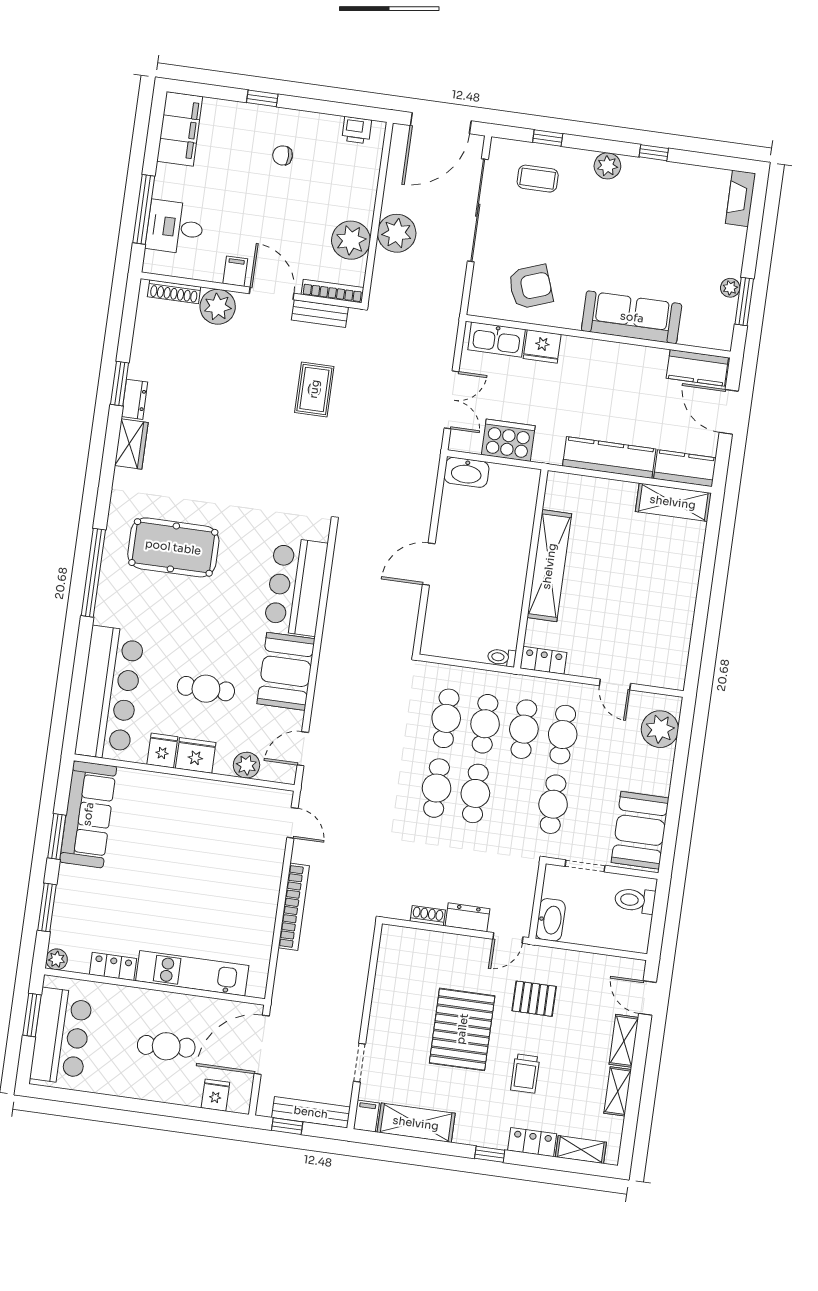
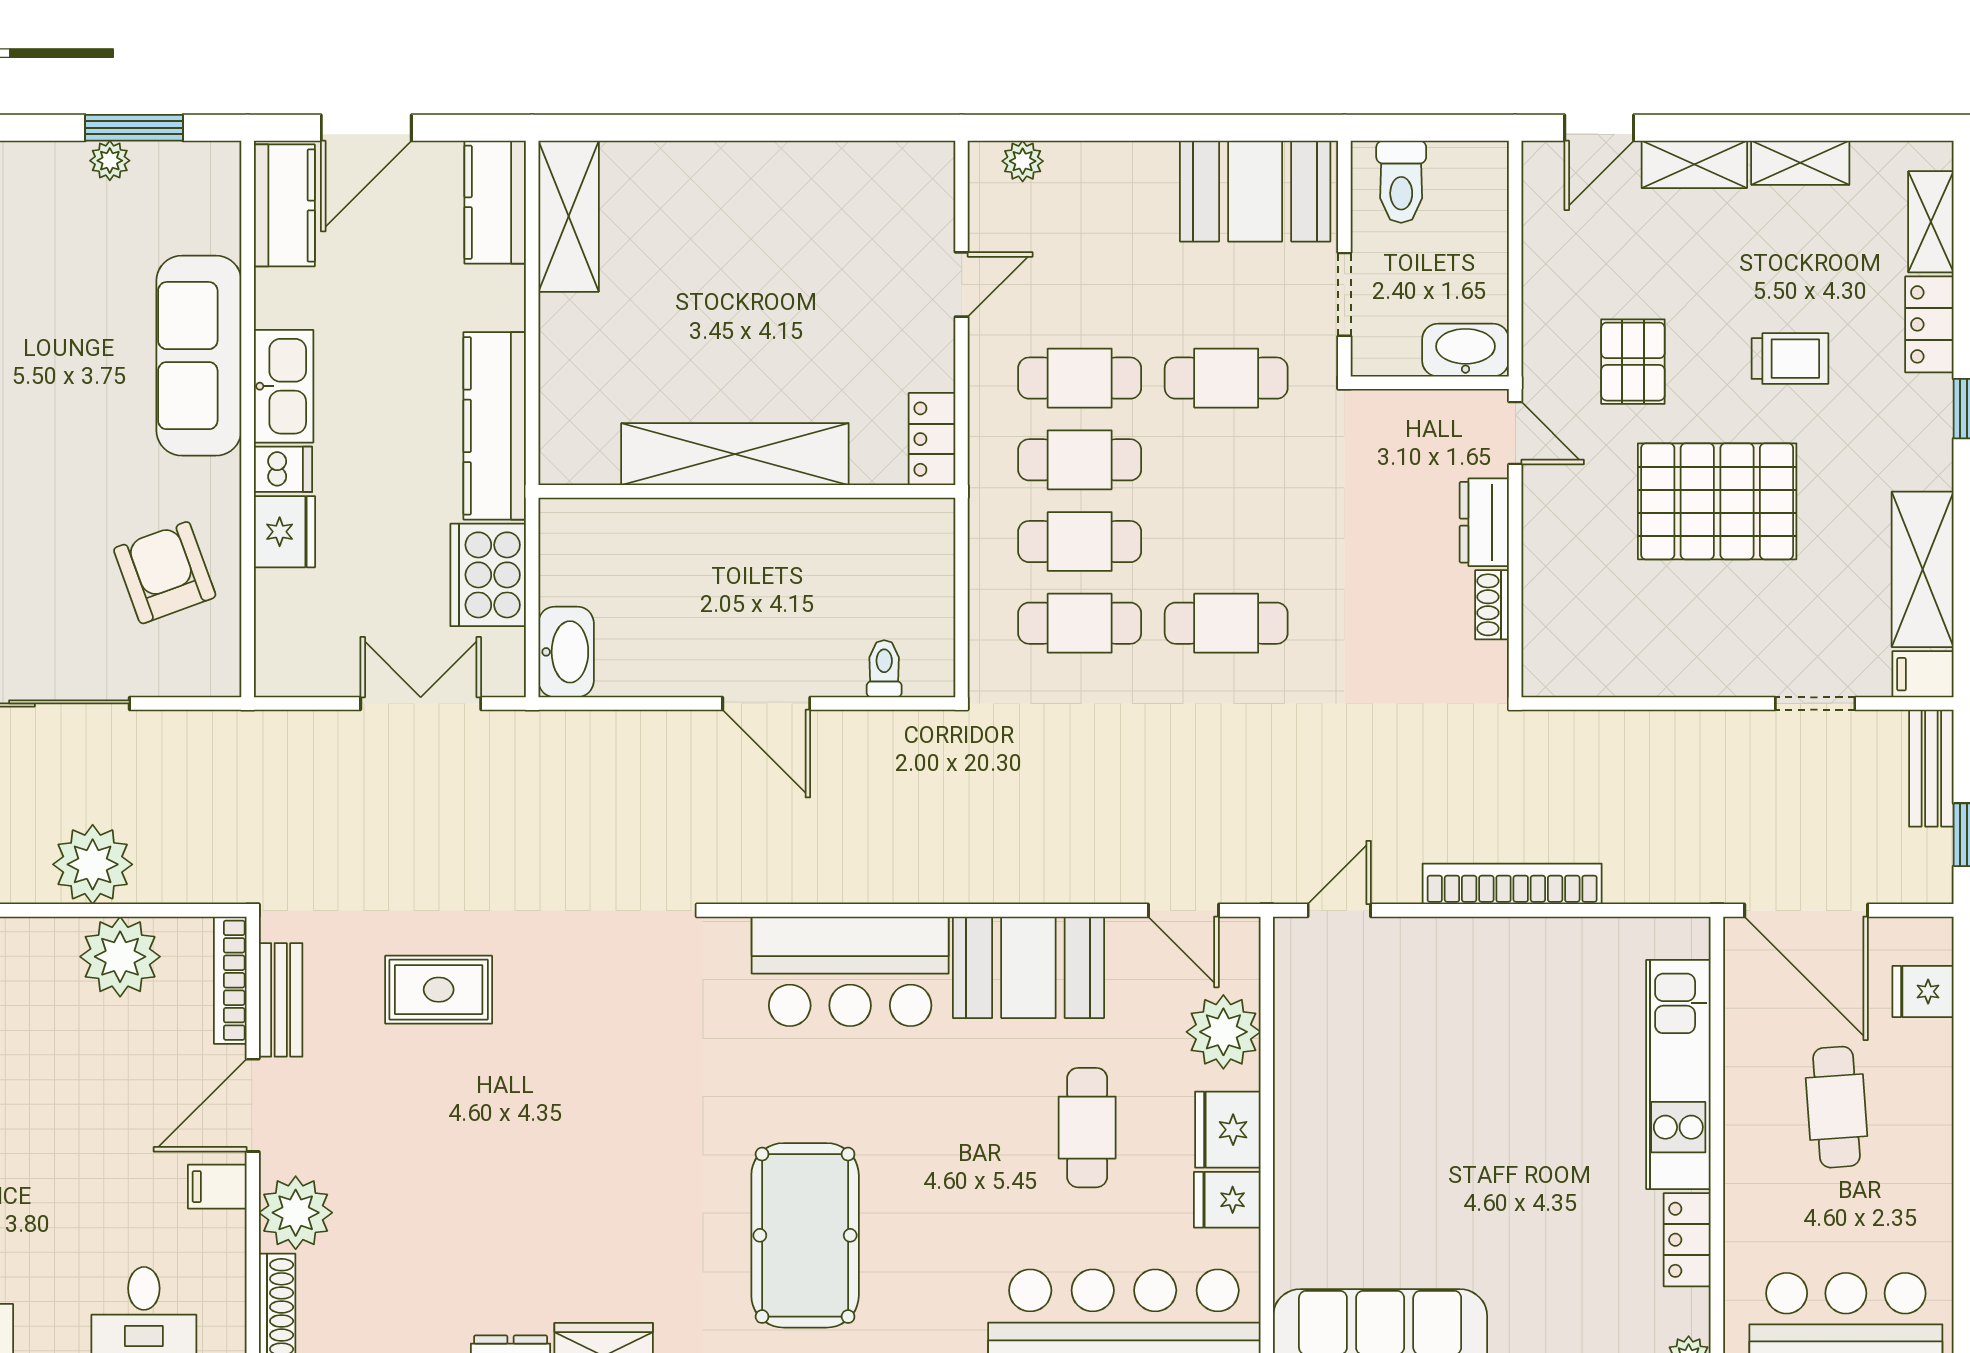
kitchen sink: (497, 340) -> (284, 386), moved
dishwasher: (572, 350) -> (283, 469), added
kitchen counter: (609, 458) -> (495, 426), moved
toilet: (502, 657) -> (884, 669), moved, turned 180
plant: (660, 729) -> (1023, 161), width x0.53, depth x0.53
plant: (246, 765) -> (1223, 1032), width x1.36, depth x1.36
cafe table: (475, 793) -> (1226, 542), removed
bench: (311, 1112) -> (1931, 768), width x0.73

